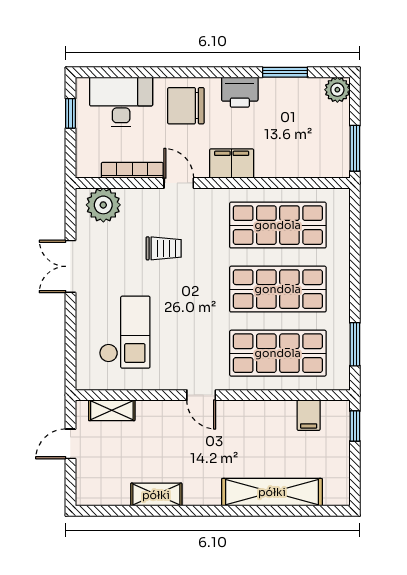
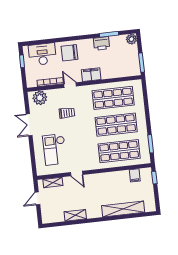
printer: (240, 92) -> (102, 43), moved
checkout: (125, 332) -> (55, 149), turned 180
door: (201, 395) -> (77, 173), moved

